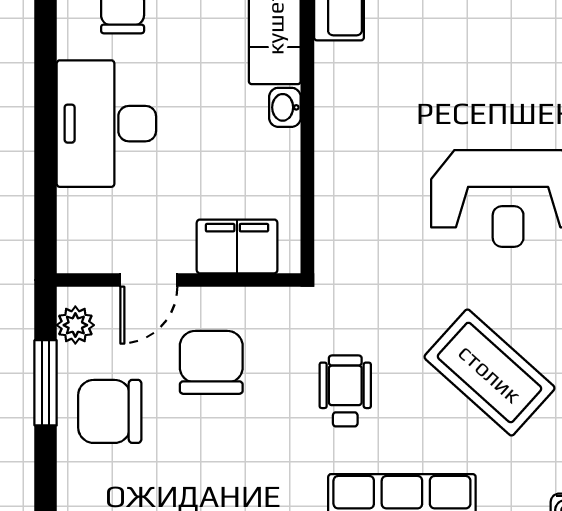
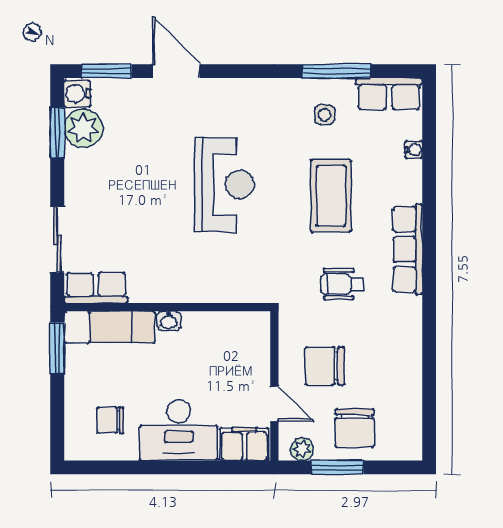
filing cabinet: (237, 246) -> (244, 444), moved, turned 90
coffee table: (490, 373) -> (331, 196), turned -42

